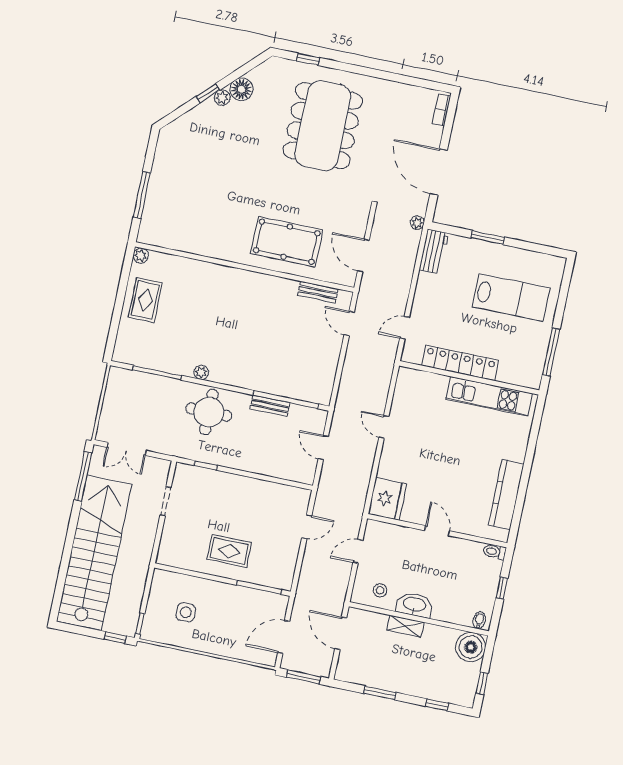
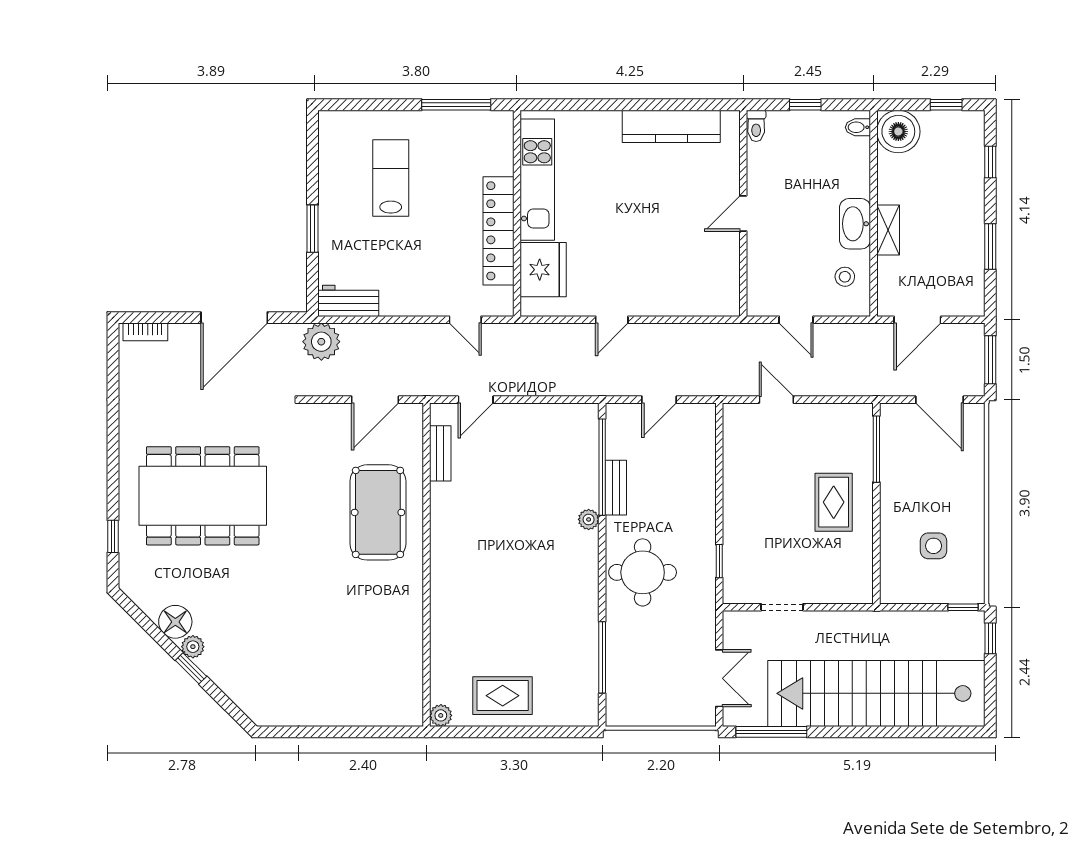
window: (142, 195) -> (355, 732), removed
plant: (417, 223) -> (321, 342), width x1.88, depth x1.88
lab bench: (511, 297) -> (391, 178), width x0.73, depth x0.72
plant: (201, 372) -> (589, 519), moved
fridge: (387, 499) -> (543, 270), moved, turned 90

